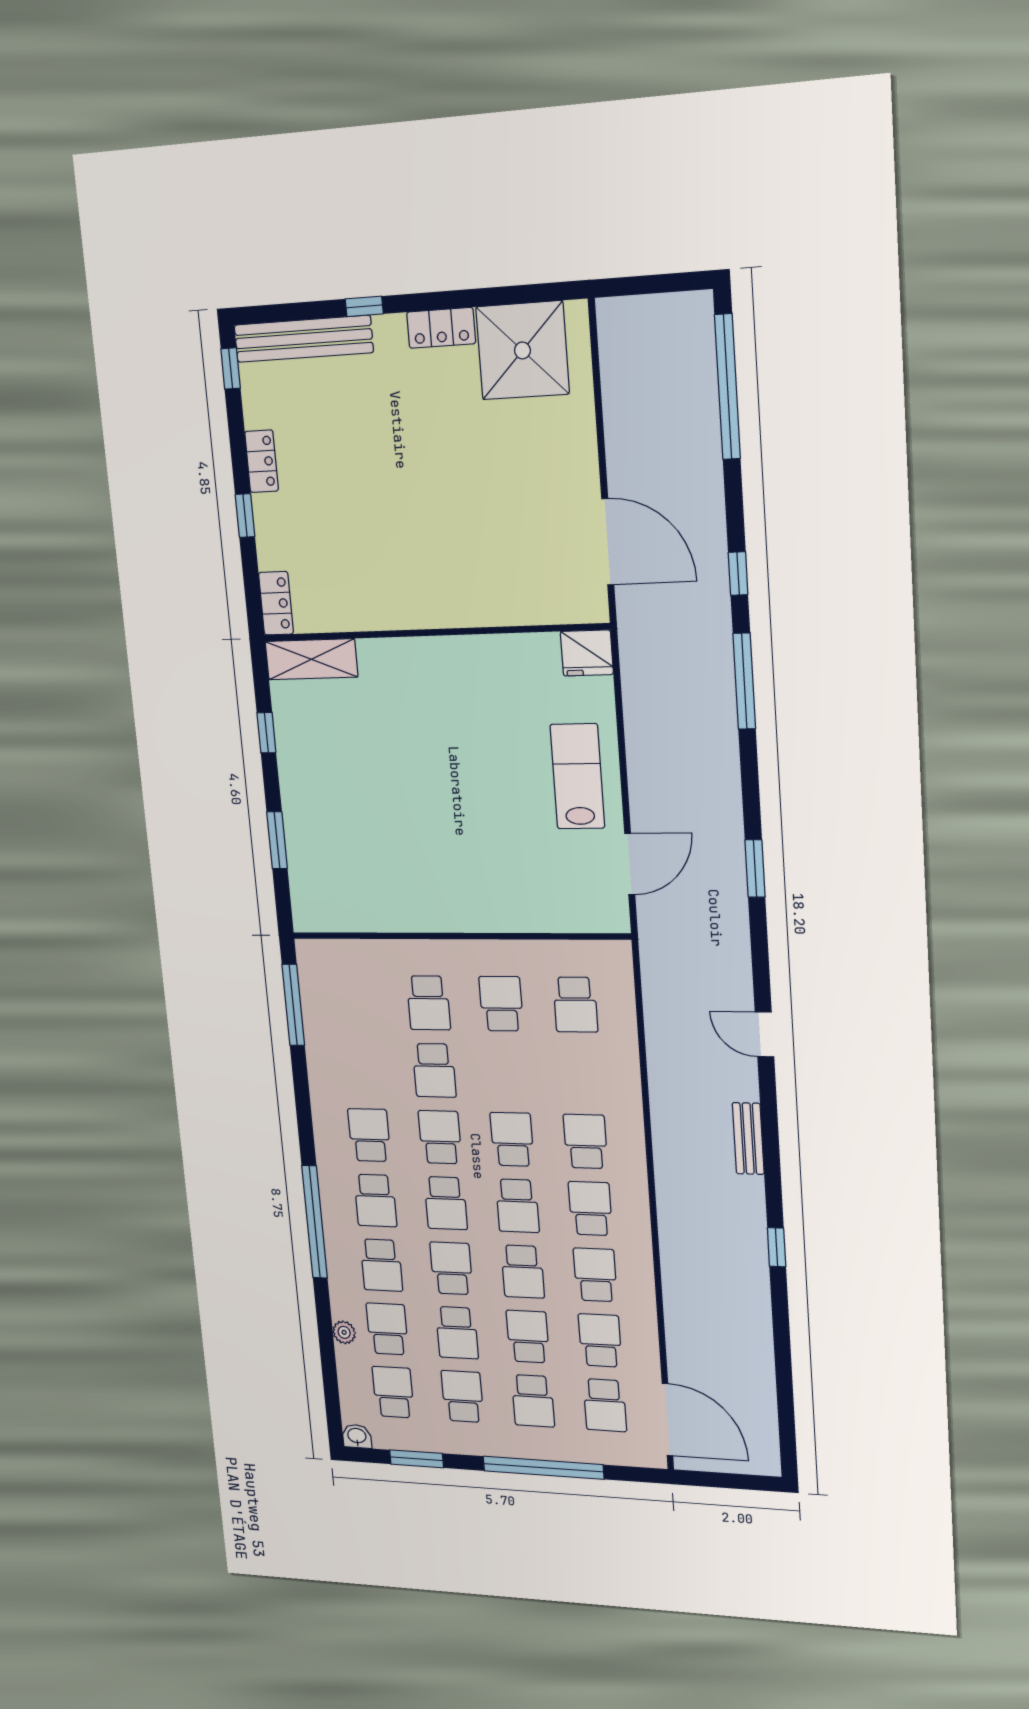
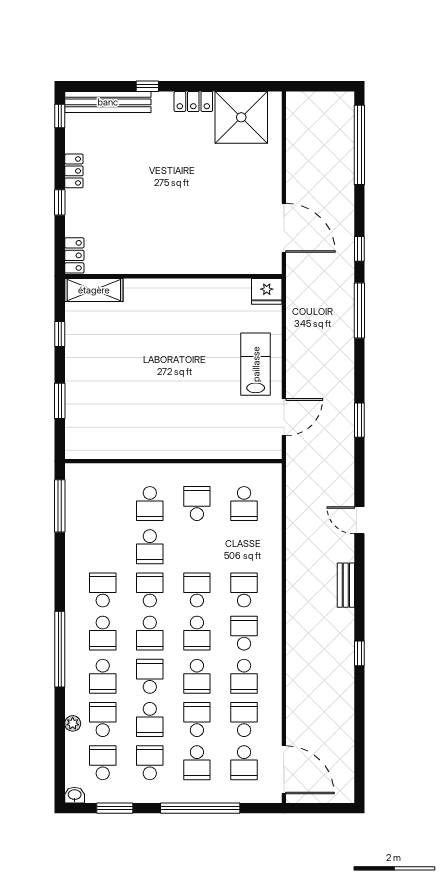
school desk: (595, 1275) -> (244, 676), turned 180

